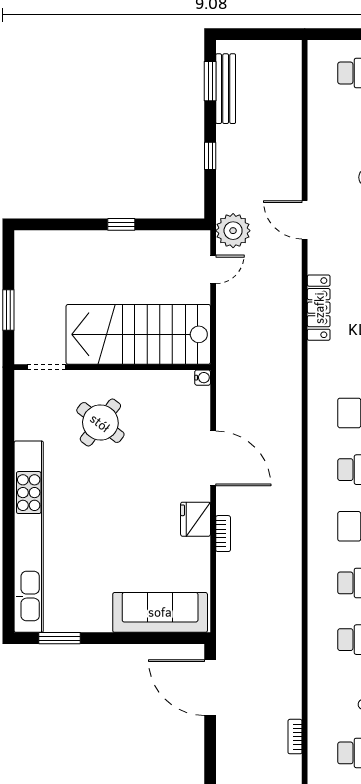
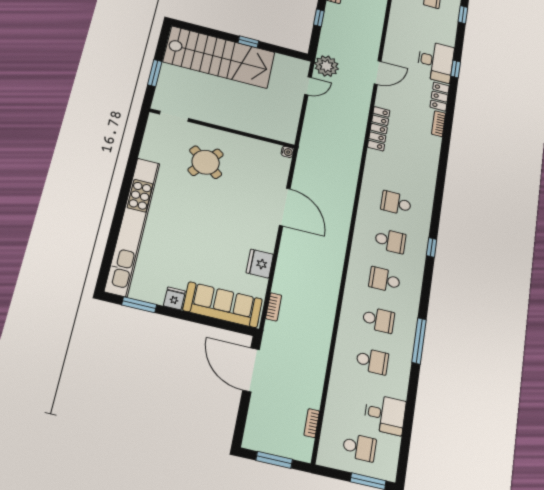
door: (305, 220) -> (378, 73), swing flipped
stairs: (138, 334) -> (219, 57), moved, turned 180
fridge: (196, 519) -> (260, 264), moved
bookcase: (223, 534) -> (274, 307), moved
fridge: (100, 619) -> (174, 298), added

